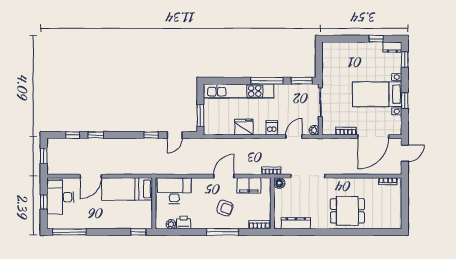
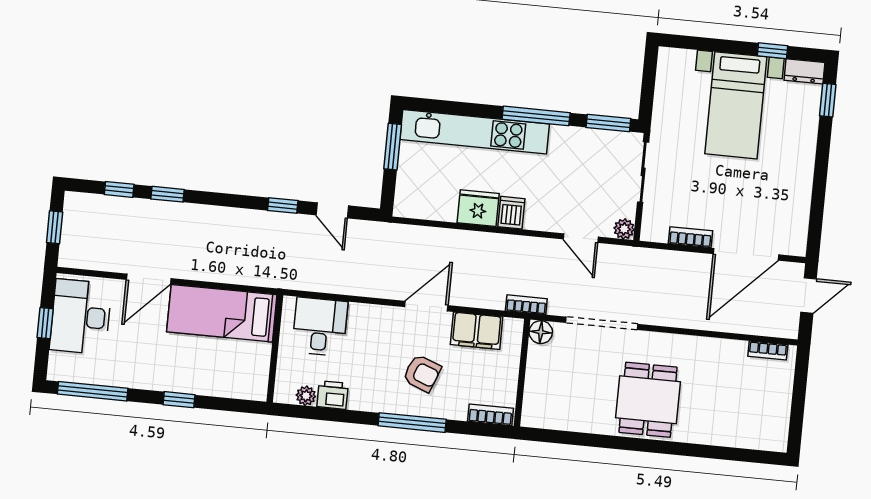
bed with nightstands: (377, 94) -> (736, 105), moved, turned -90
window: (405, 101) -> (819, 186), removed
window: (200, 115) -> (393, 147), moved
dishwasher: (272, 128) -> (511, 213), moved
door: (175, 135) -> (332, 210), hinge flipped
door: (294, 137) -> (581, 238), swing flipped
desk: (174, 191) -> (320, 327), width x0.73
dining table: (347, 211) -> (648, 400), moved, turned 90
dresser: (296, 223) -> (567, 419), removed
window: (138, 232) -> (179, 400), moved

